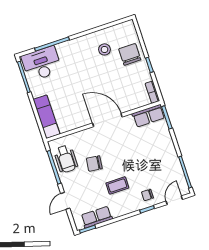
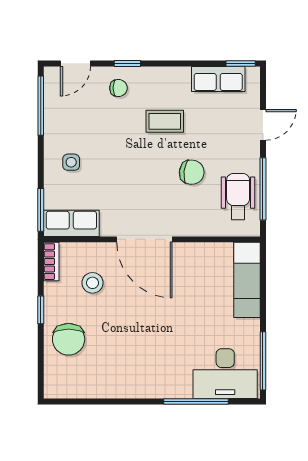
stool: (104, 49) -> (93, 283), moved
side table: (159, 148) -> (71, 162), added

